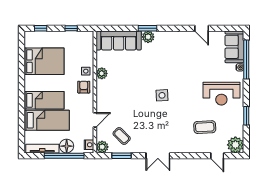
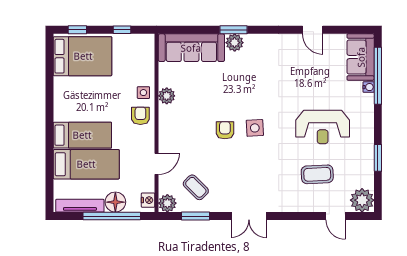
bed: (44, 61) -> (83, 56), moved
reception desk: (221, 94) -> (323, 127), moved
armchair: (142, 97) -> (225, 130), added

